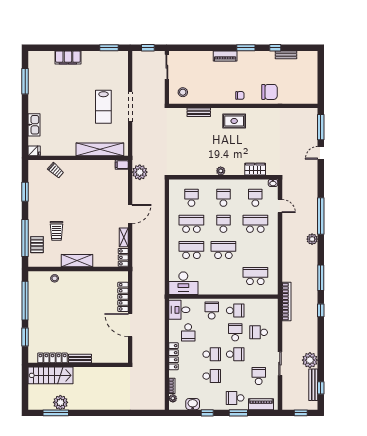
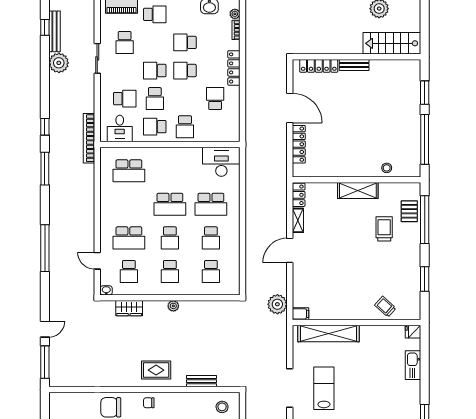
school desk: (191, 224) -> (211, 238), width x0.54
plant: (312, 239) -> (56, 218), removed
desk: (179, 310) -> (120, 128), moved, turned 90
locker: (52, 358) -> (319, 66), moved

